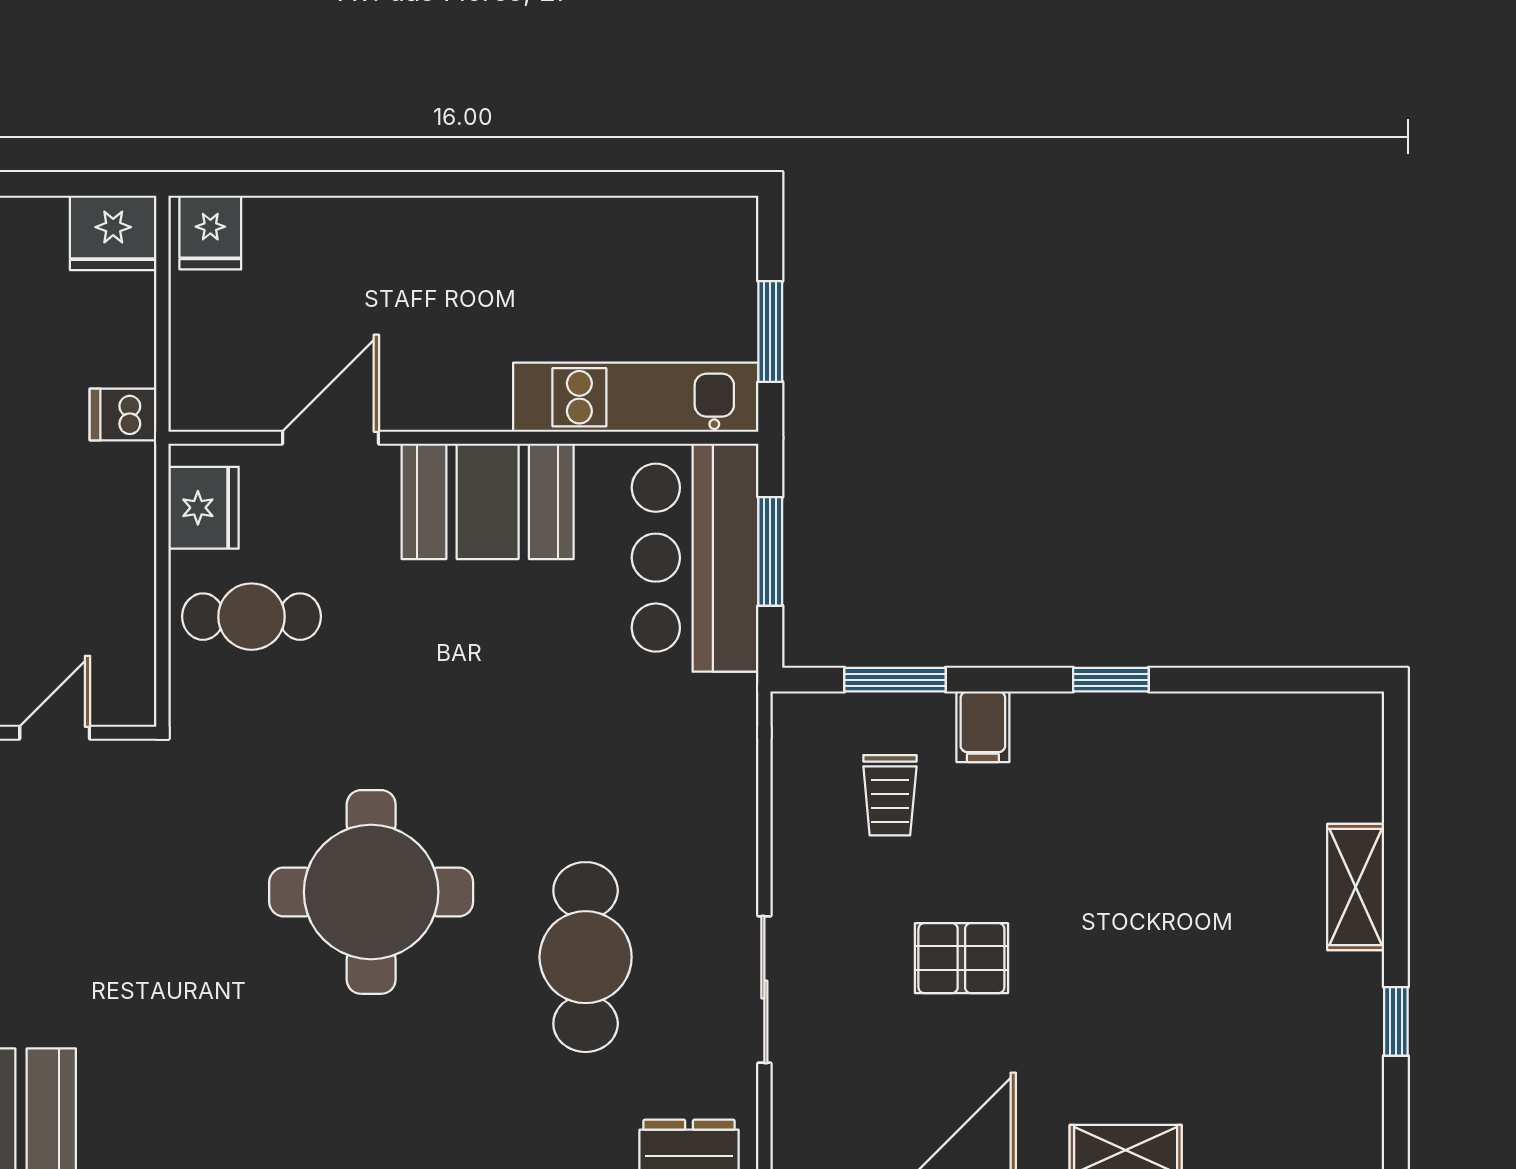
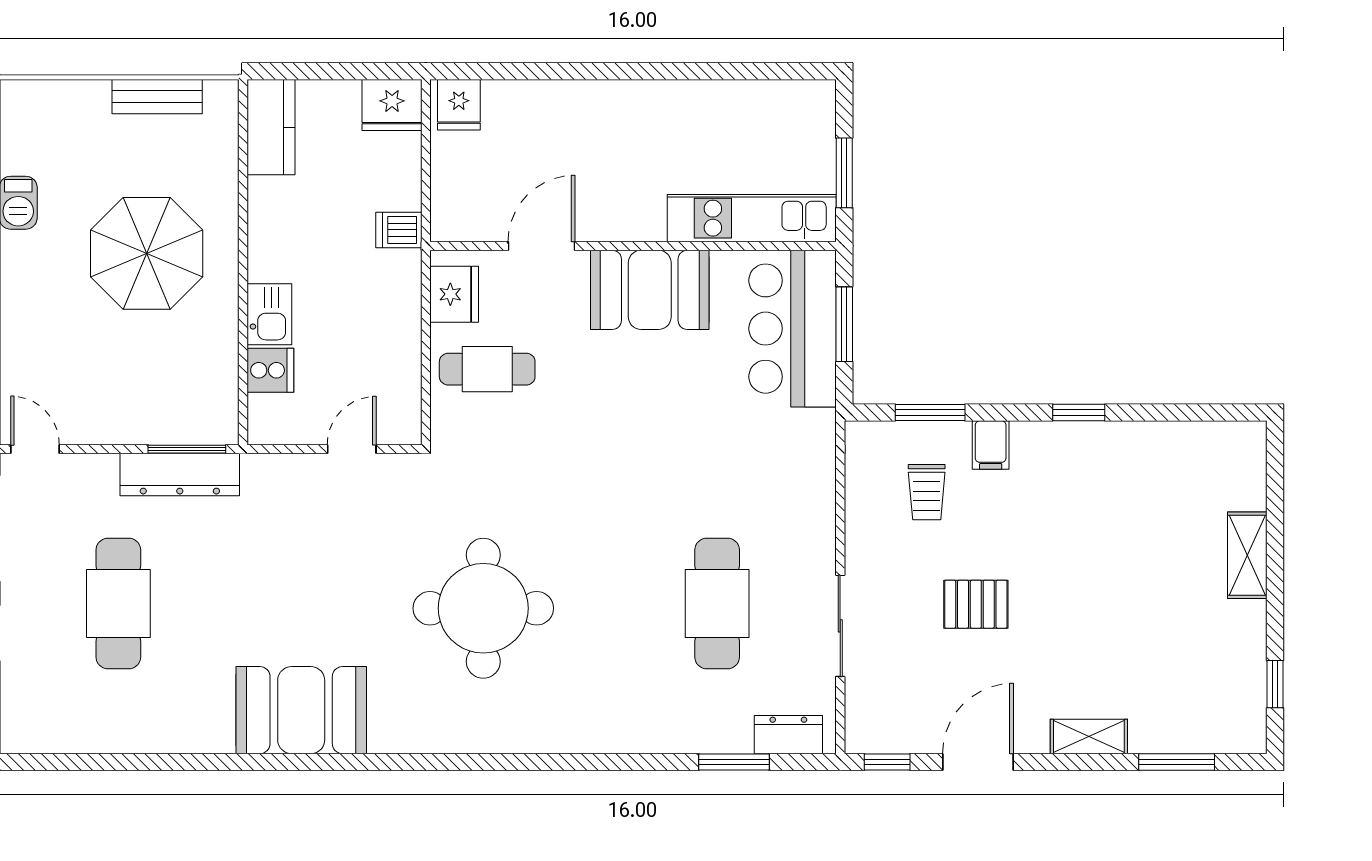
round table: (371, 892) -> (483, 608), moved
window: (1396, 1021) -> (1275, 684), moved

